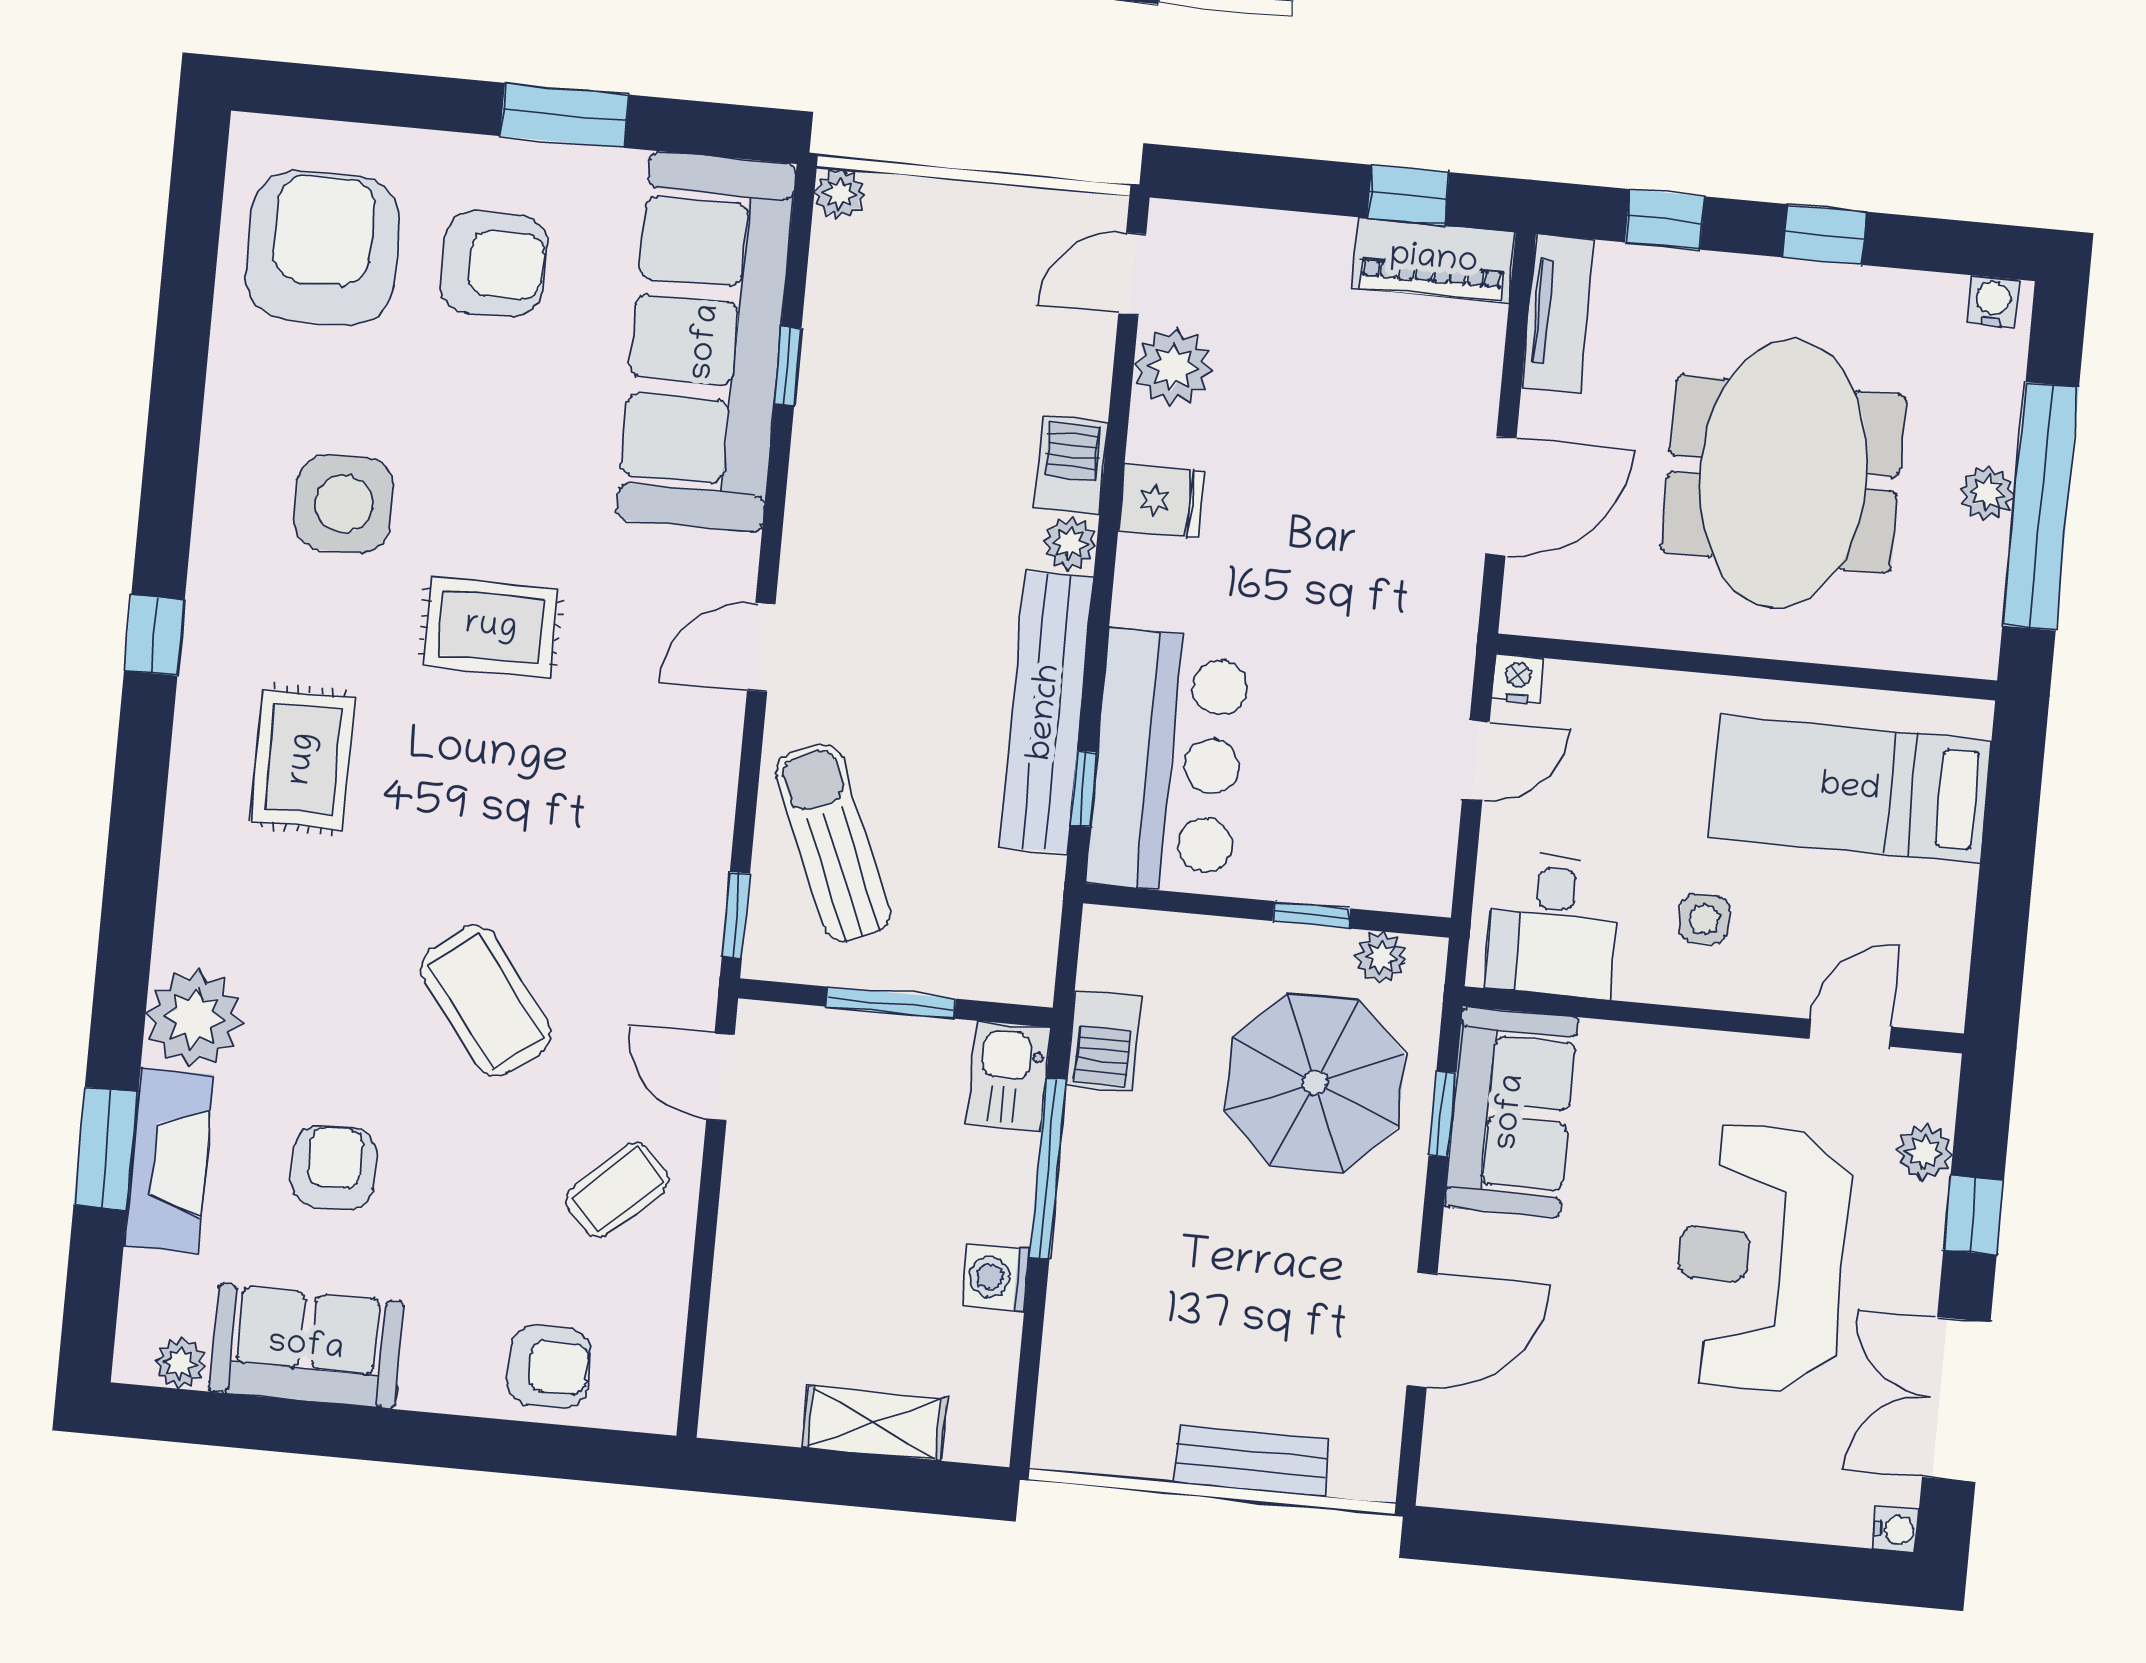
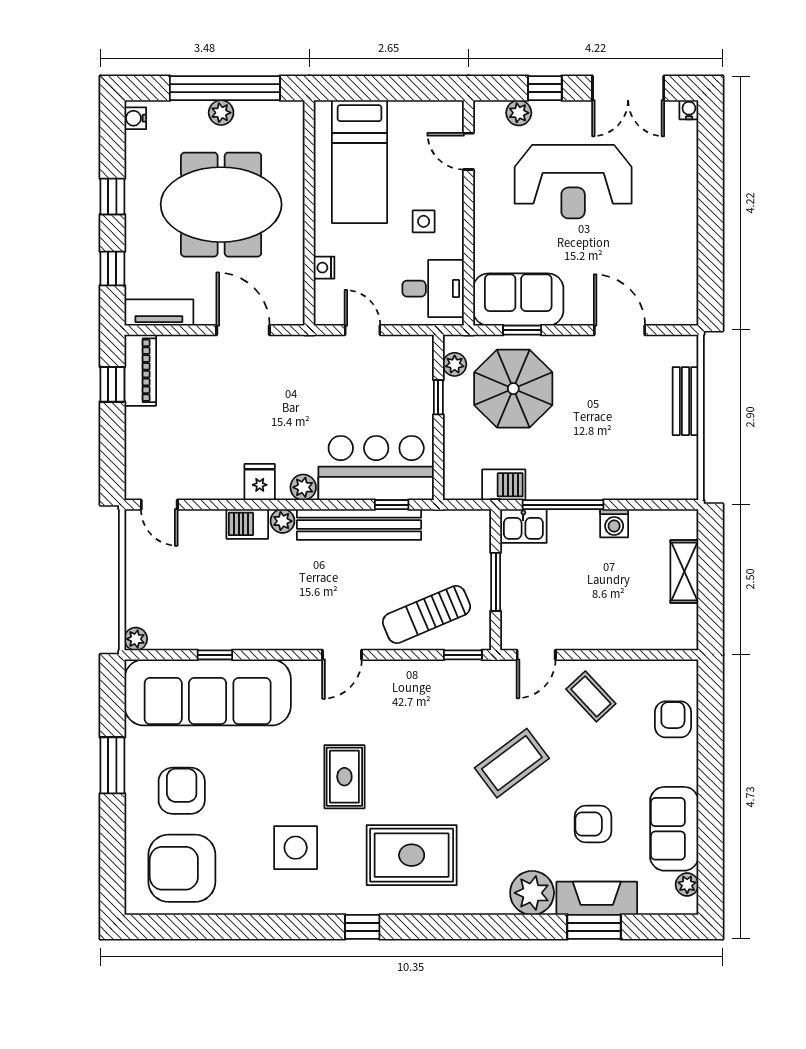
plant: (1173, 367) -> (303, 487), moved, width x0.73, depth x0.73
door: (761, 647) -> (342, 655), hinge flipped
nightstand: (1518, 679) -> (324, 268), moved
rug: (303, 759) -> (412, 855), width x1.36, depth x1.43

